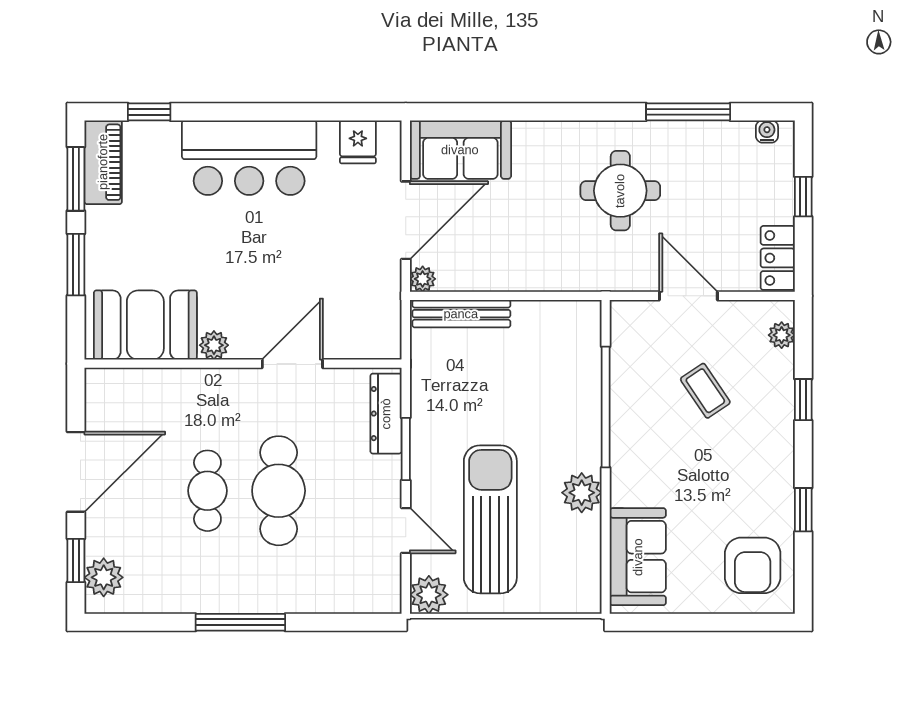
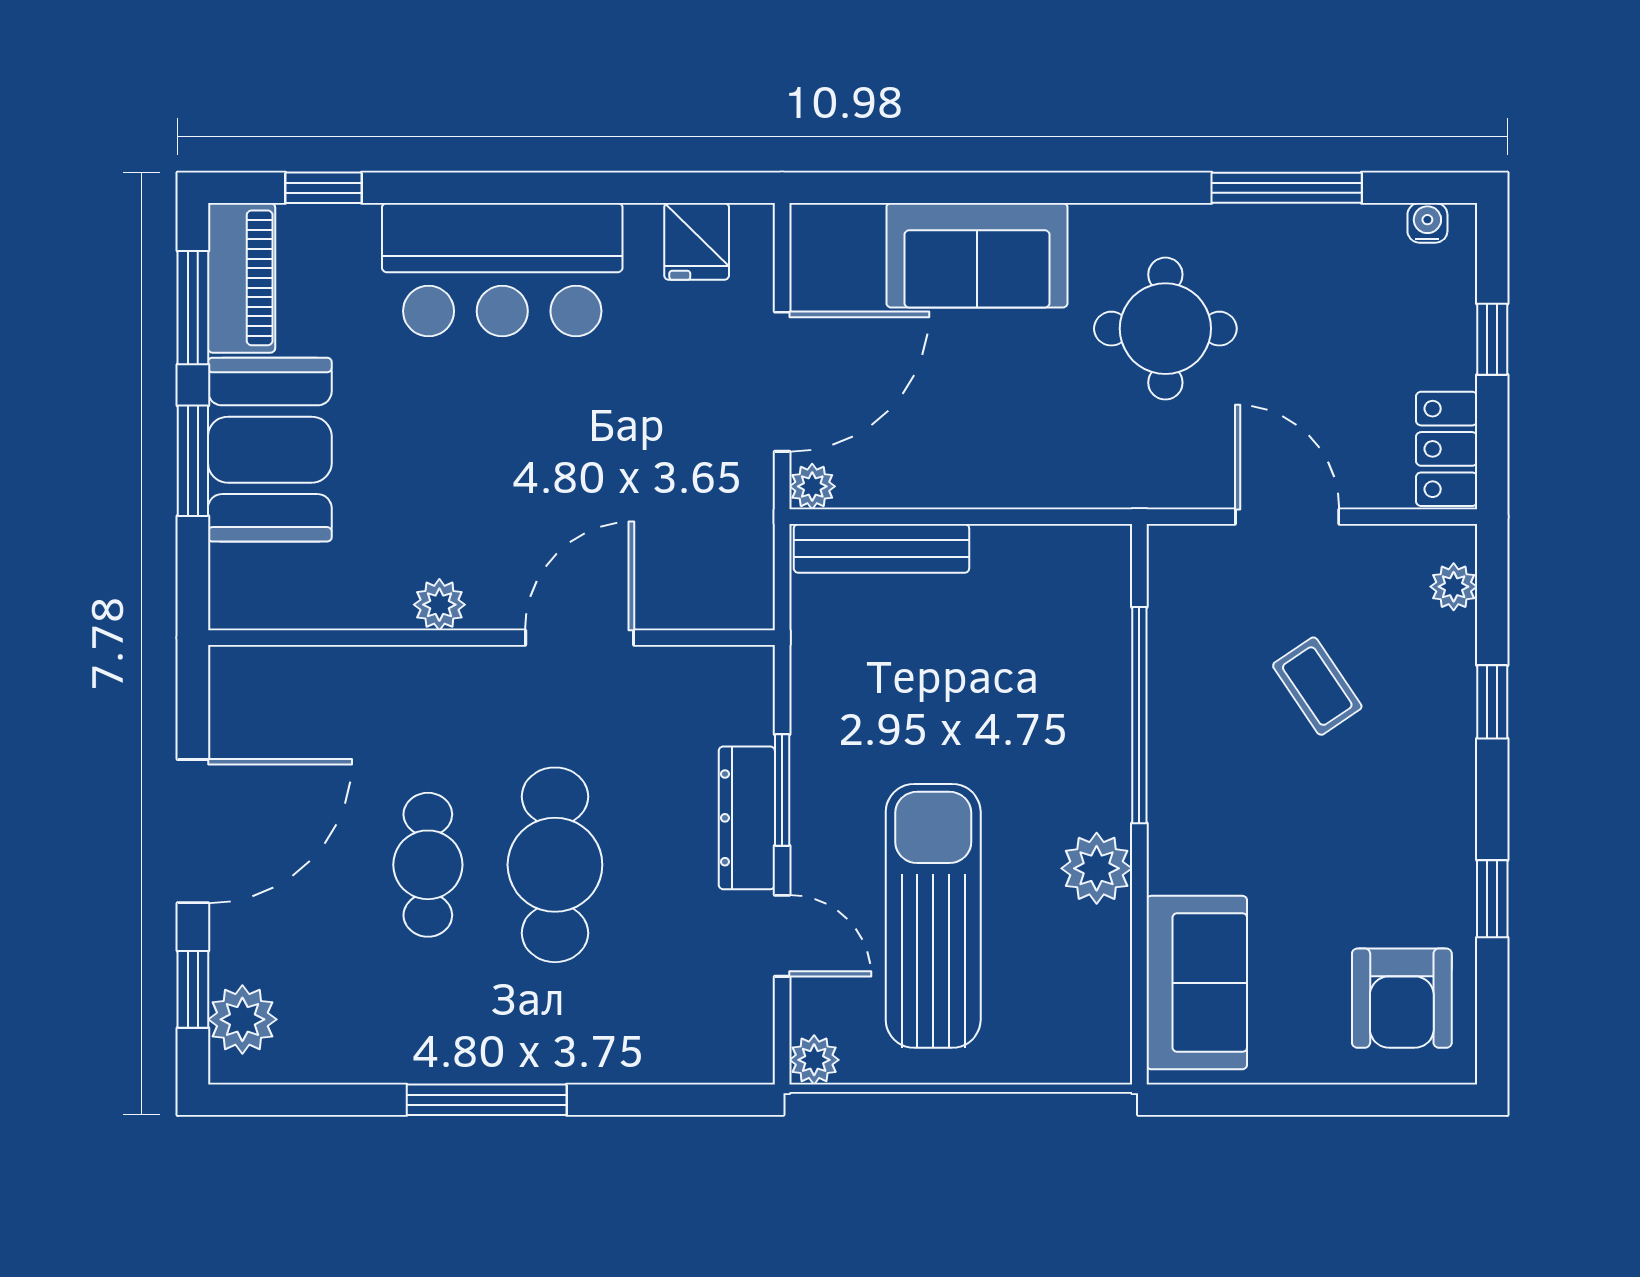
sofa: (460, 150) -> (977, 255), moved
booth: (145, 325) -> (270, 450), moved, turned 90
dresser: (386, 414) -> (747, 818), moved
plant: (429, 595) -> (814, 1060), width x0.73, depth x0.73

